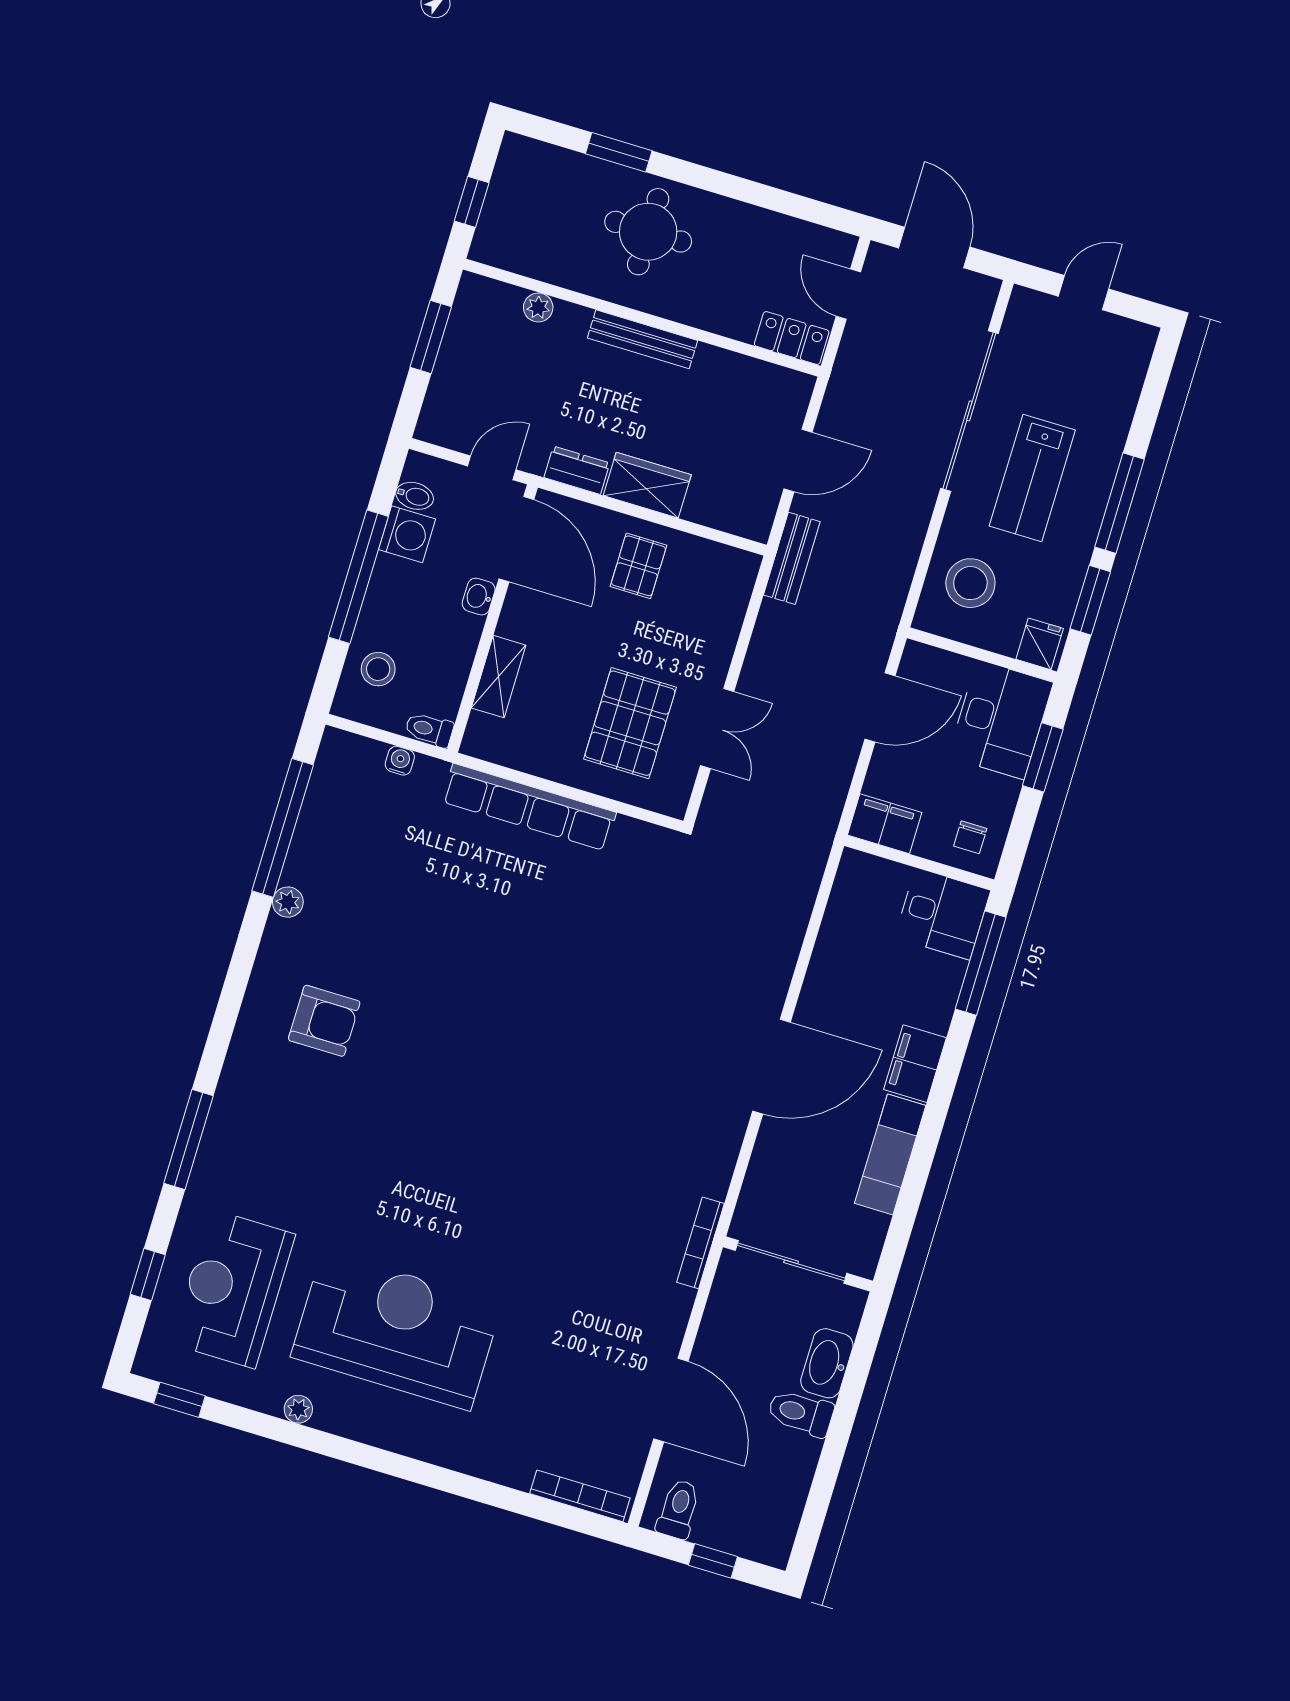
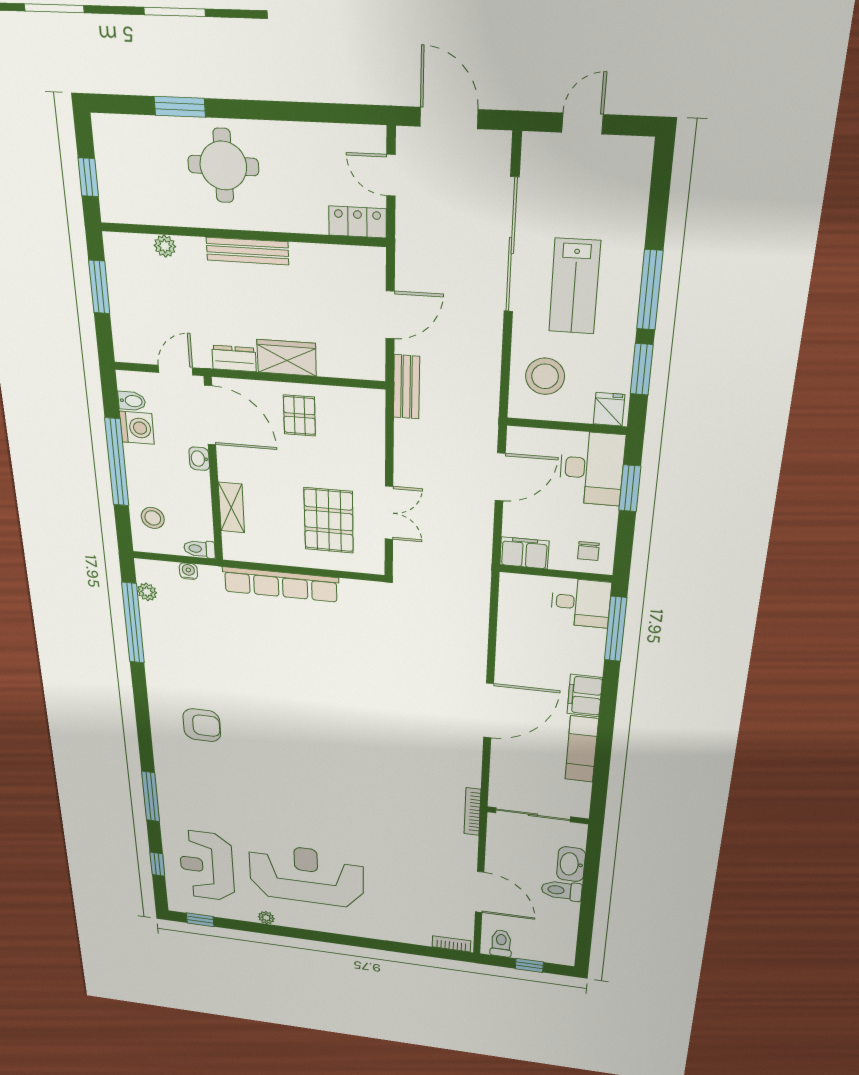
plant: (288, 902) -> (147, 592), moved
bookcase: (580, 1496) -> (451, 944), width x0.64

